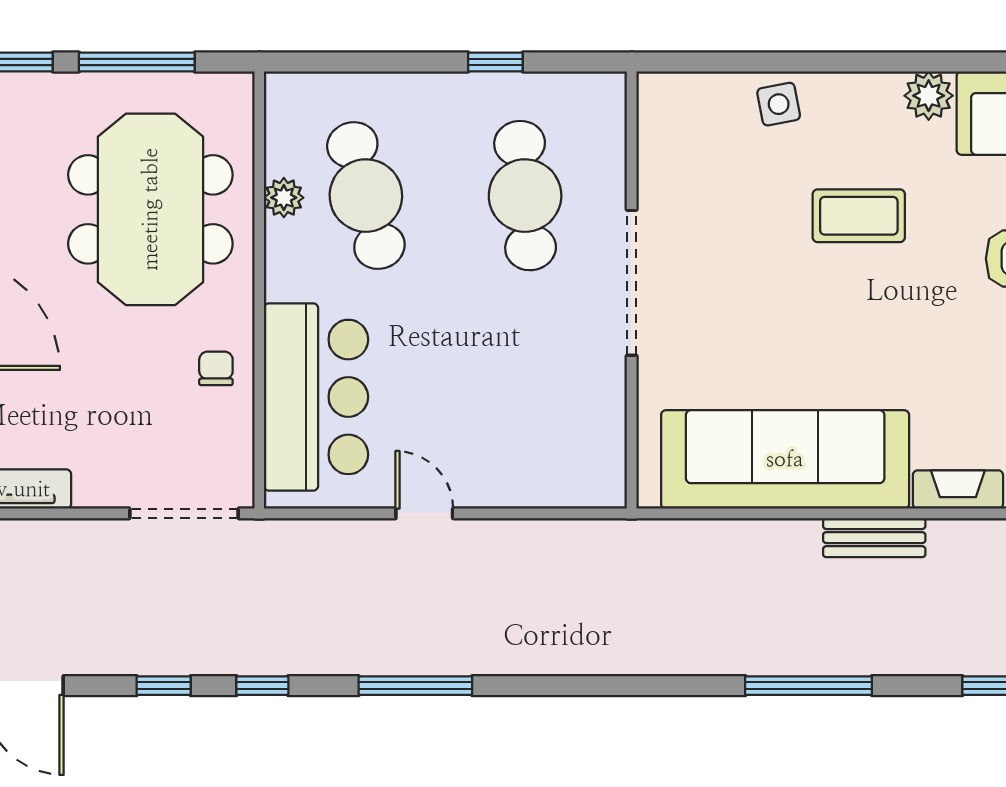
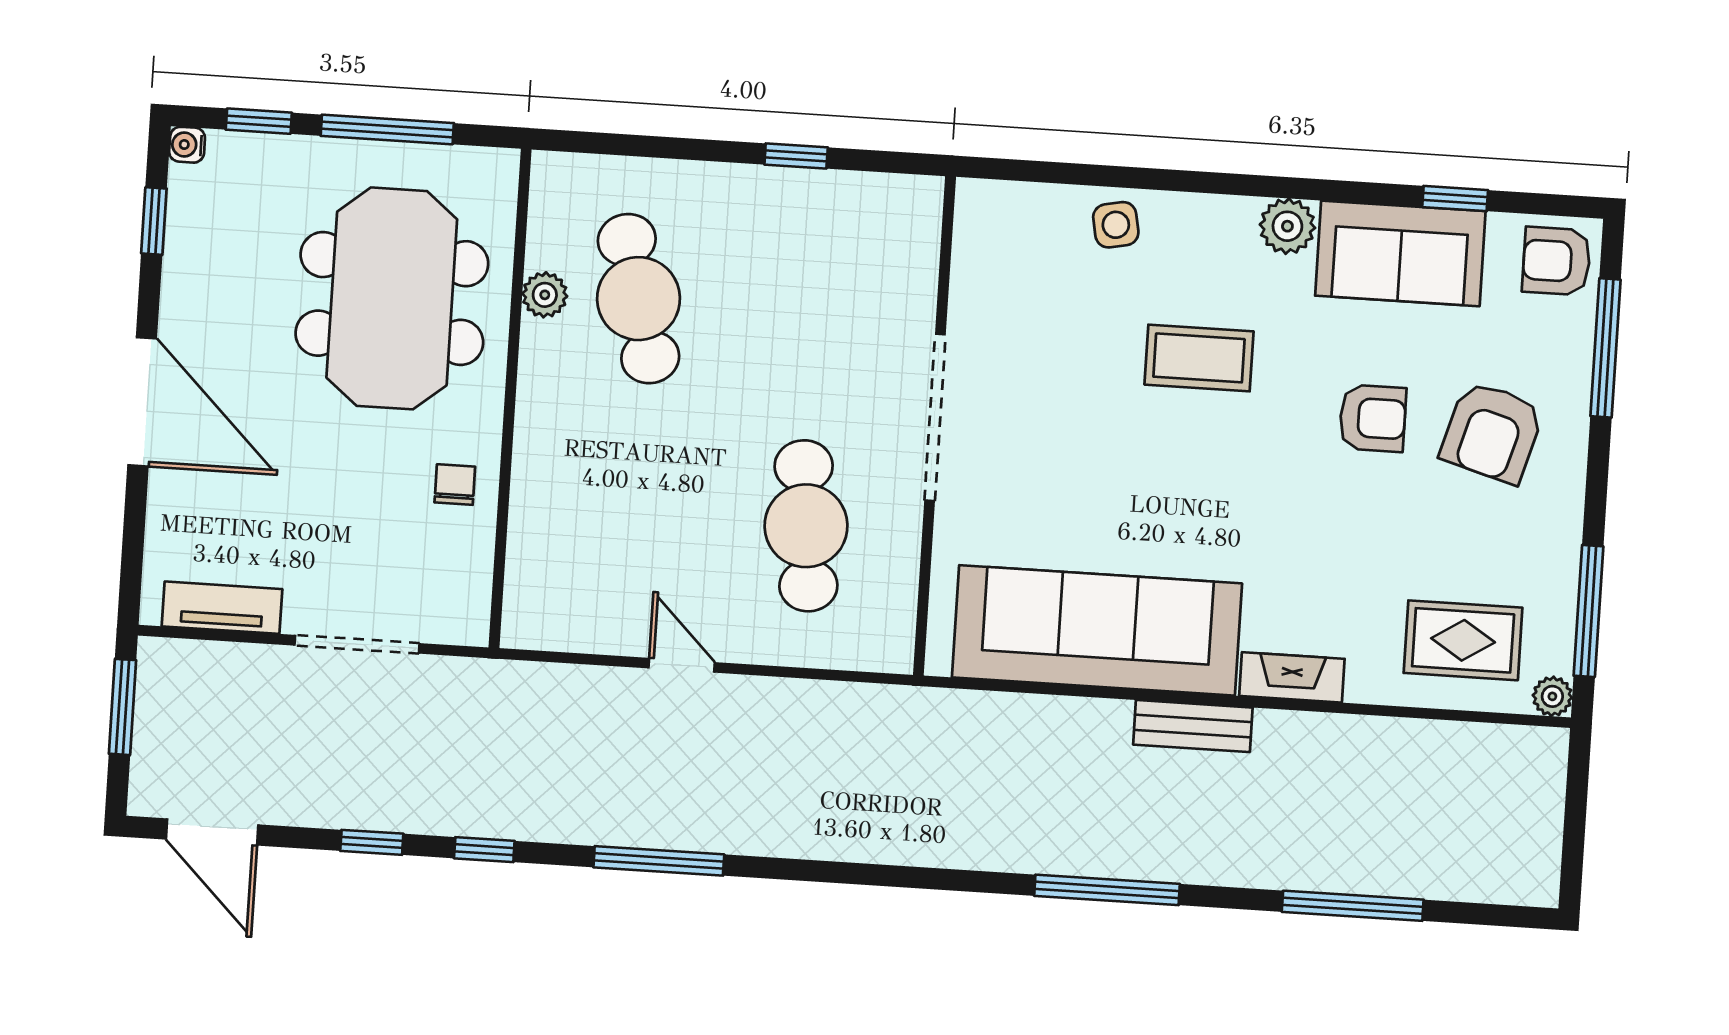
cafe table: (525, 196) -> (806, 526), moved
bar counter: (316, 397) -> (567, 525), removed
doorway: (184, 513) -> (357, 644), moved

